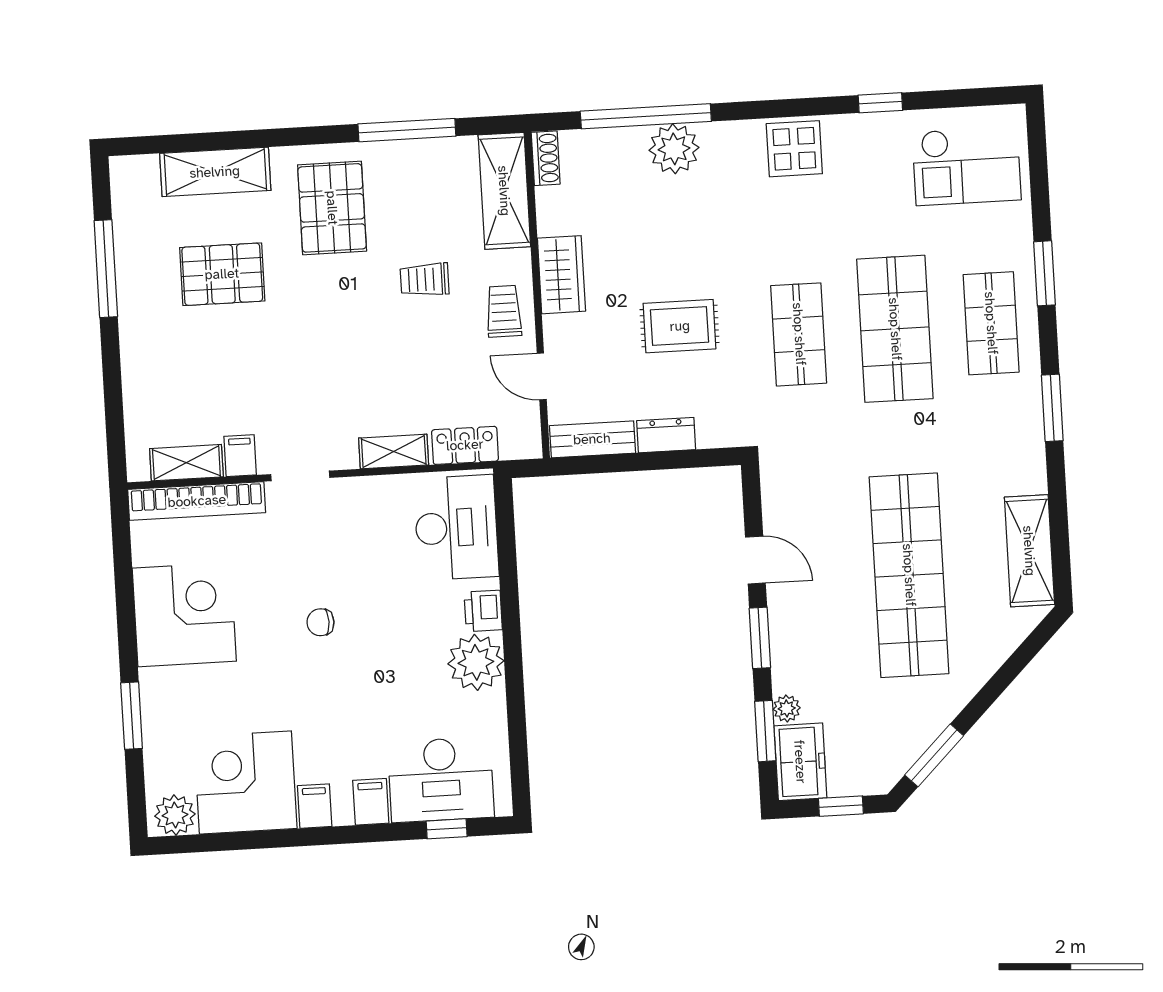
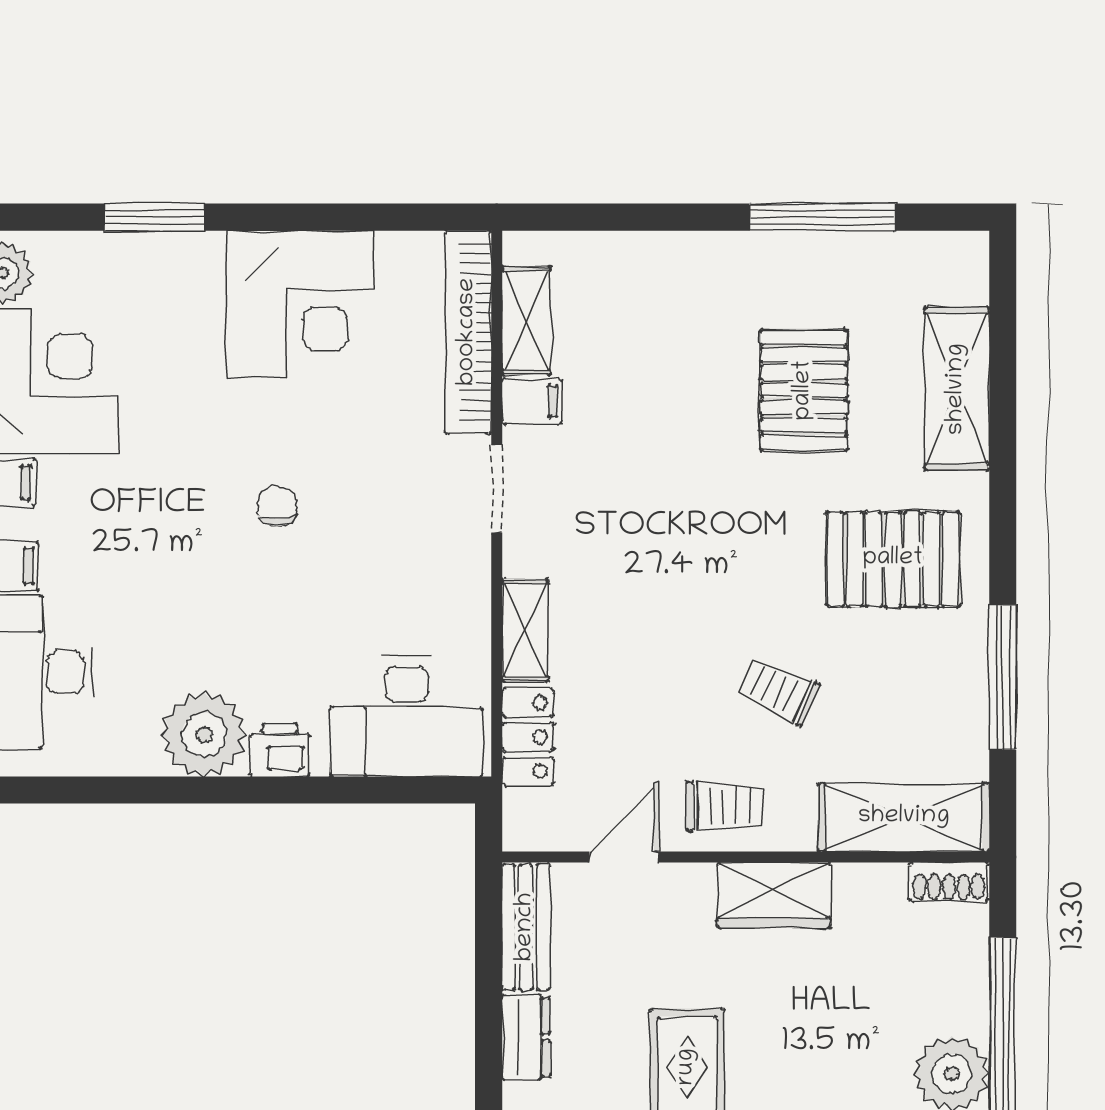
trolley: (425, 280) -> (778, 691), turned -66

